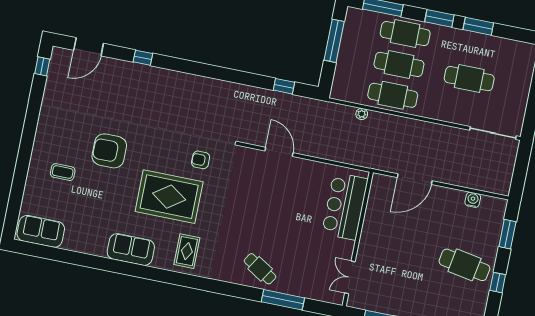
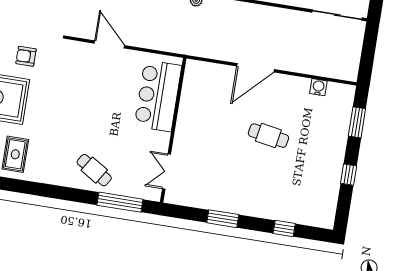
bar counter: (345, 206) -> (158, 96), moved
wall: (358, 239) -> (173, 130), moved
cafe table: (464, 265) -> (268, 136), moved, width x0.73, depth x0.74
double door: (350, 277) -> (167, 172), moved

